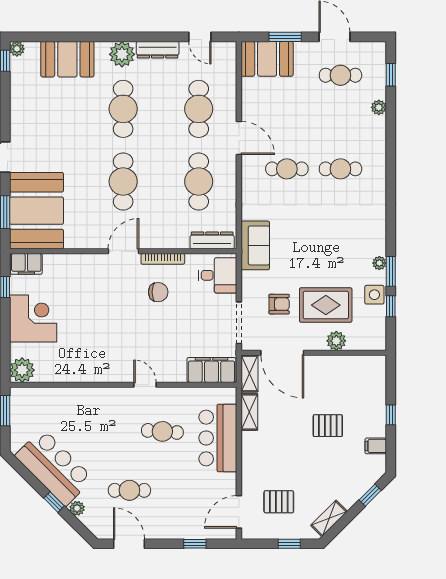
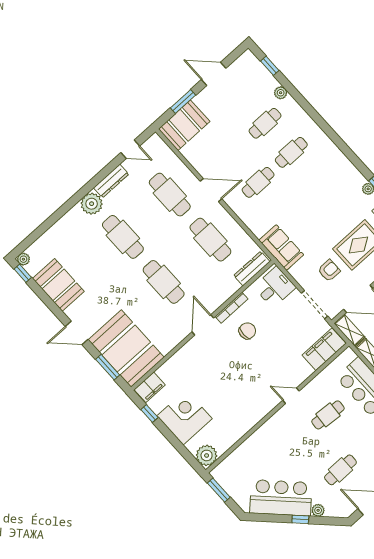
booth: (67, 59) -> (58, 285), moved, turned 90
cafe table: (340, 75) -> (265, 123), moved

